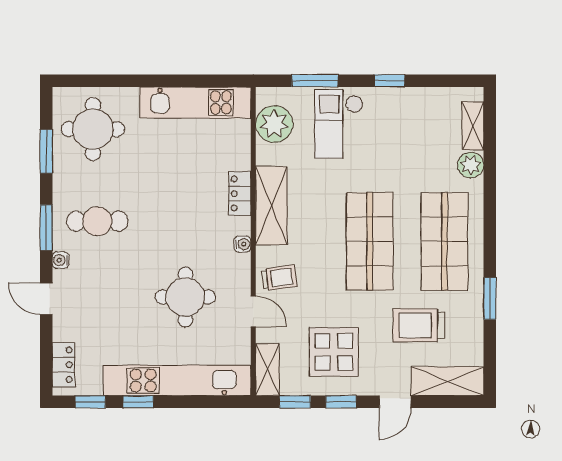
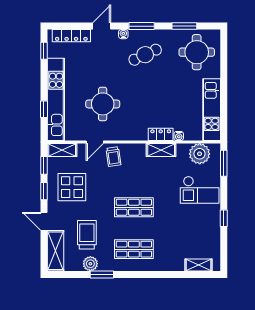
window: (315, 81) -> (224, 163), moved
checkout: (339, 124) -> (200, 190), turned 180
plant: (471, 165) -> (90, 264), moved
shelving: (271, 206) -> (161, 150), width x0.67, depth x0.75
cafe table: (97, 221) -> (145, 55), turned 65
shop shelf: (370, 241) -> (134, 207), width x0.70, depth x0.74
shop shelf: (445, 241) -> (134, 249), width x0.70, depth x0.74
water cooler: (243, 244) -> (179, 136), moved
locker: (63, 365) -> (71, 36), width x1.53
window: (138, 402) -> (44, 109), moved

